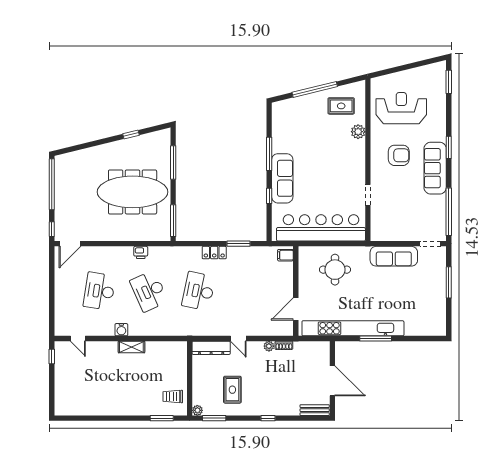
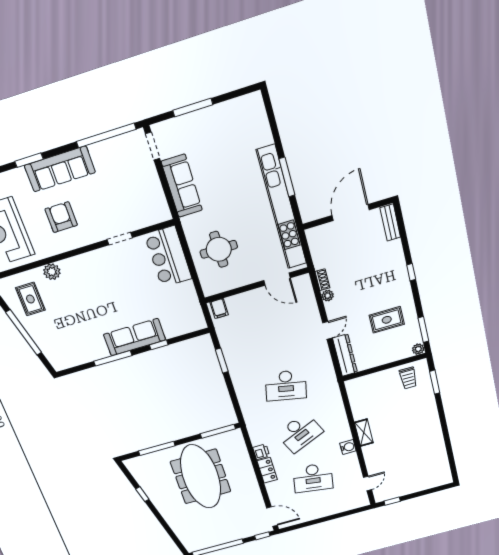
bar counter: (321, 228) -> (168, 257), width x0.54
locker: (214, 253) -> (267, 470), moved

